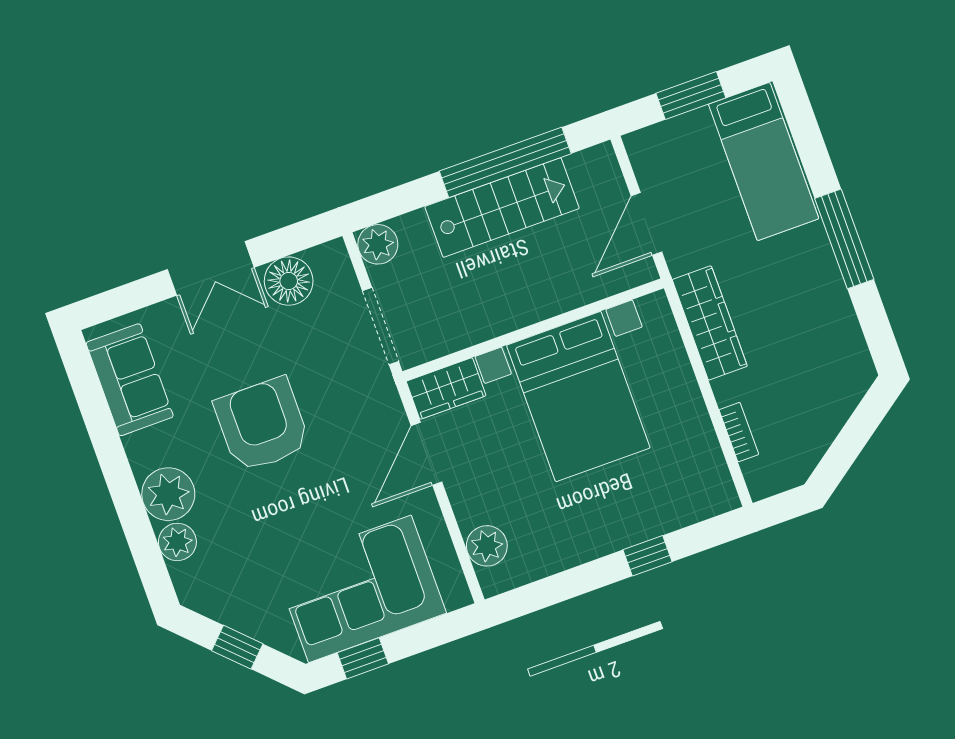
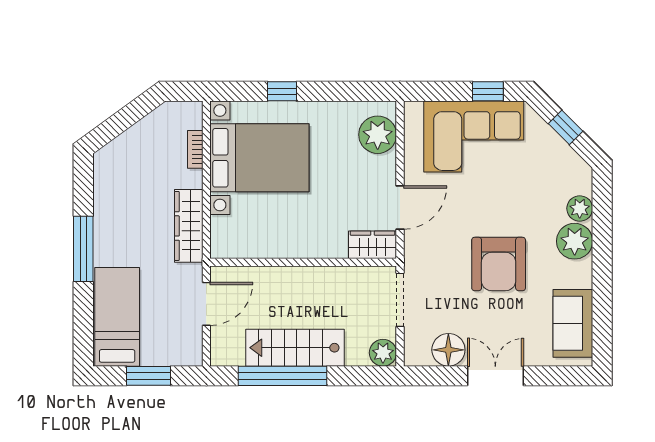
bed with nightstands: (578, 397) -> (259, 158), moved, turned 90
plant: (487, 546) -> (378, 135), width x1.36, depth x1.36

